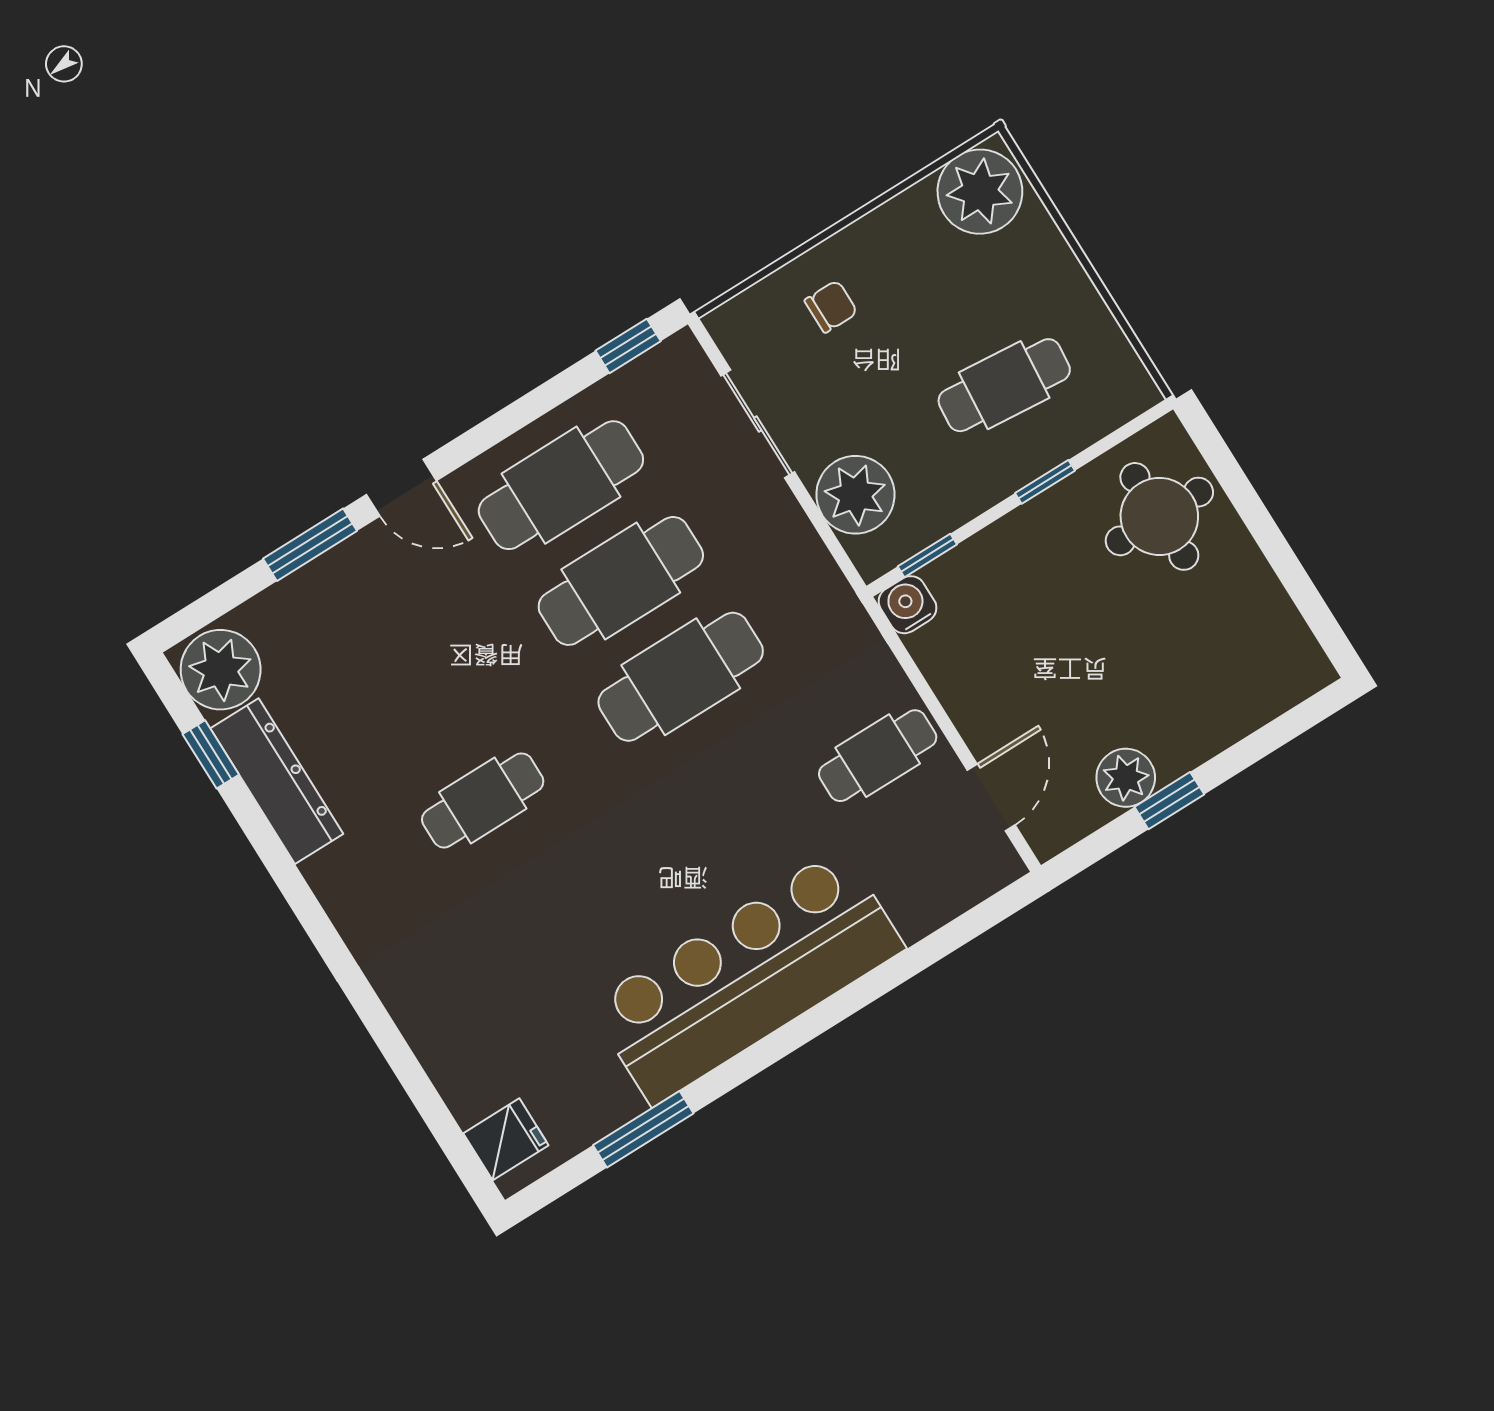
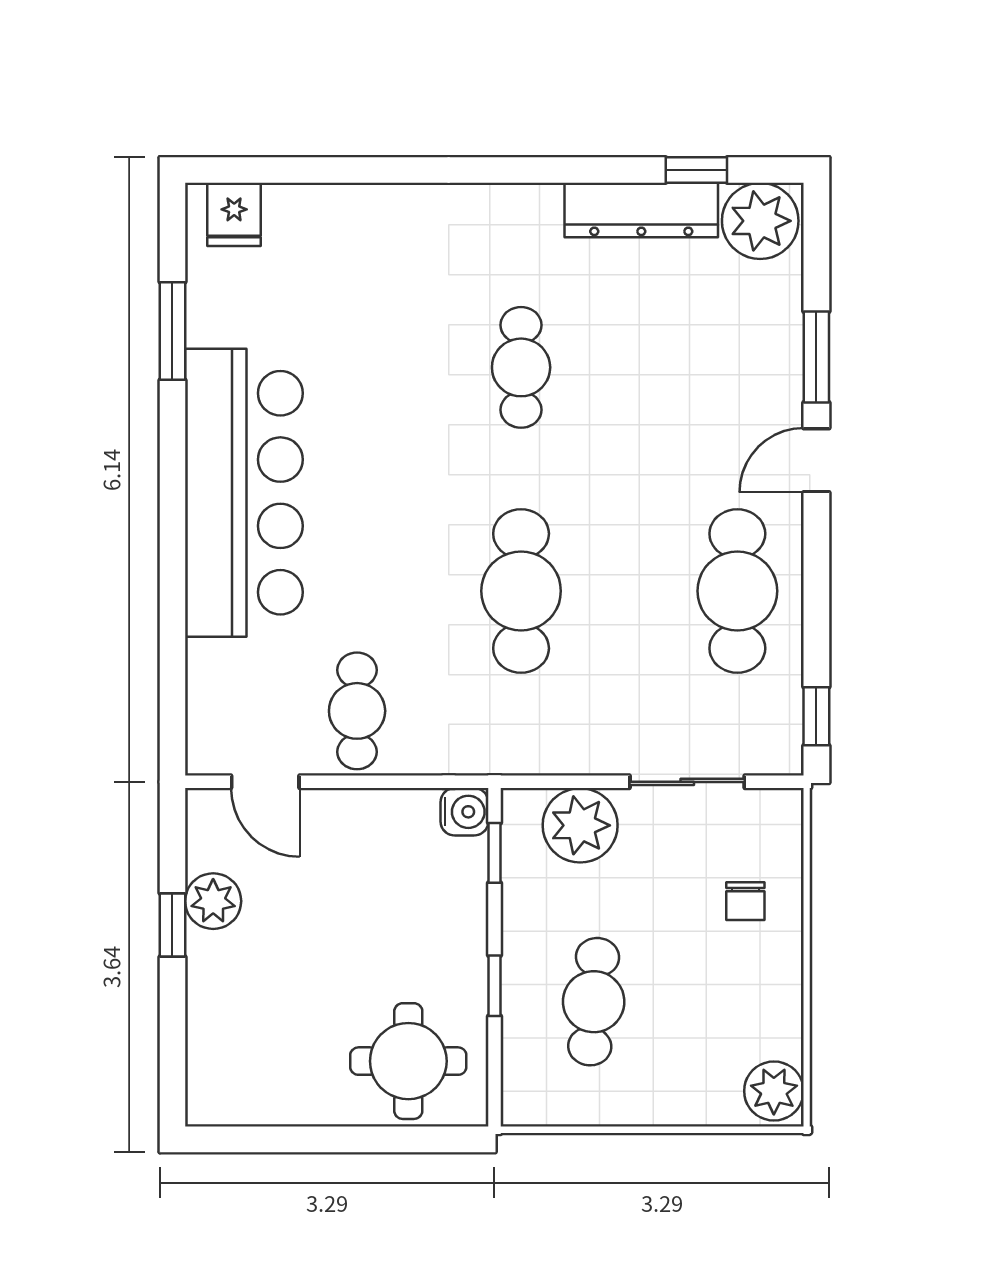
plant: (980, 192) -> (774, 1091), width x0.73, depth x0.73
cafe table: (621, 581) -> (629, 591), removed

